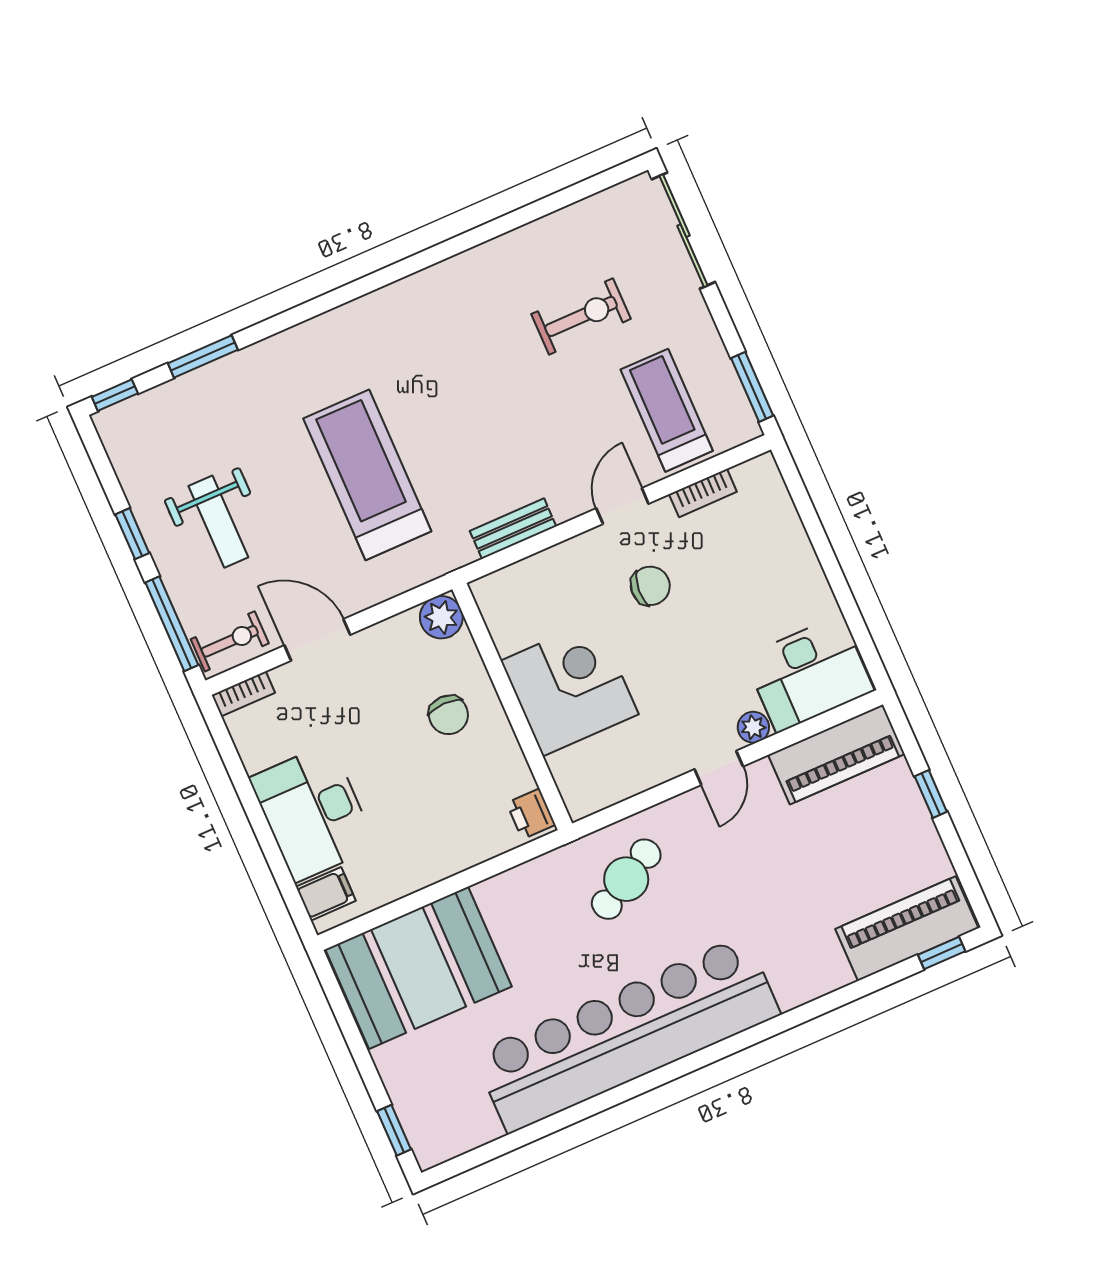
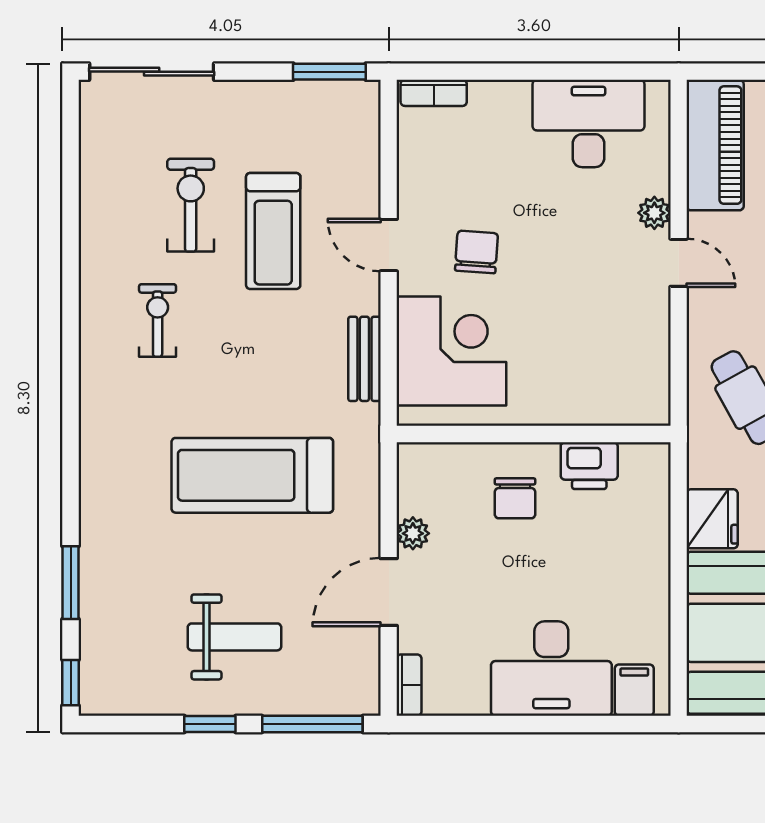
treadmill: (667, 410) -> (273, 231), moved, turned -90
bookcase: (703, 493) -> (434, 93), moved, turned 90
plant: (441, 617) -> (413, 533), moved, width x0.73, depth x0.73
exercise bike: (230, 641) -> (158, 320), moved
desk: (809, 674) -> (589, 124), moved, turned -90
corner desk: (570, 687) -> (451, 351), moved, turned 90
chair: (448, 715) -> (515, 498), turned 90
printer: (531, 814) -> (589, 466), moved, width x1.36, depth x1.24
fridge: (507, 896) -> (712, 519), added

